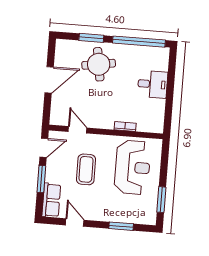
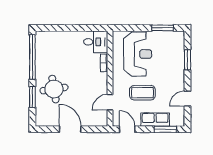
desk: (153, 84) -> (96, 42), moved, turned 90
reception desk: (132, 167) -> (138, 54), turned 90
window: (41, 179) -> (165, 129), moved
row of seats: (51, 200) -> (155, 120), moved

